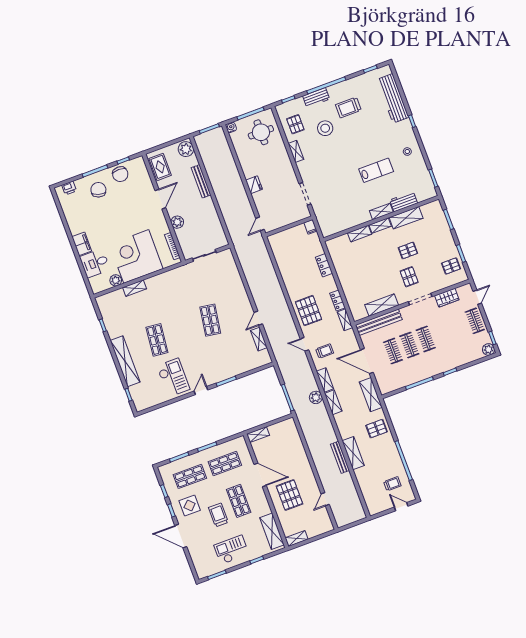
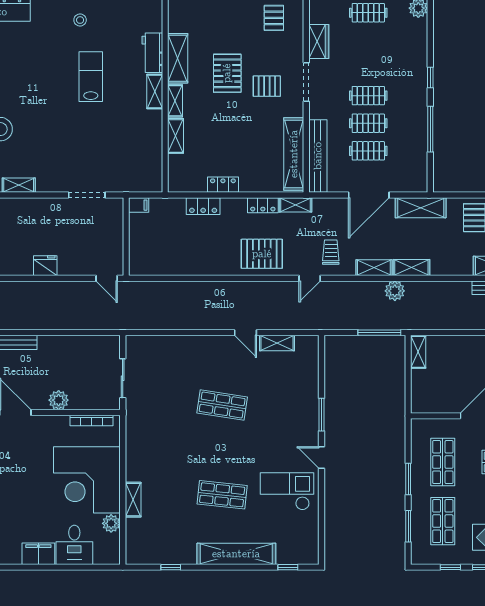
pallet: (408, 250) -> (227, 73), width x1.50, depth x1.42
locker: (341, 272) -> (223, 185), added
shelving: (382, 305) -> (294, 154), width x1.47
shelving: (258, 435) -> (418, 352), moved

